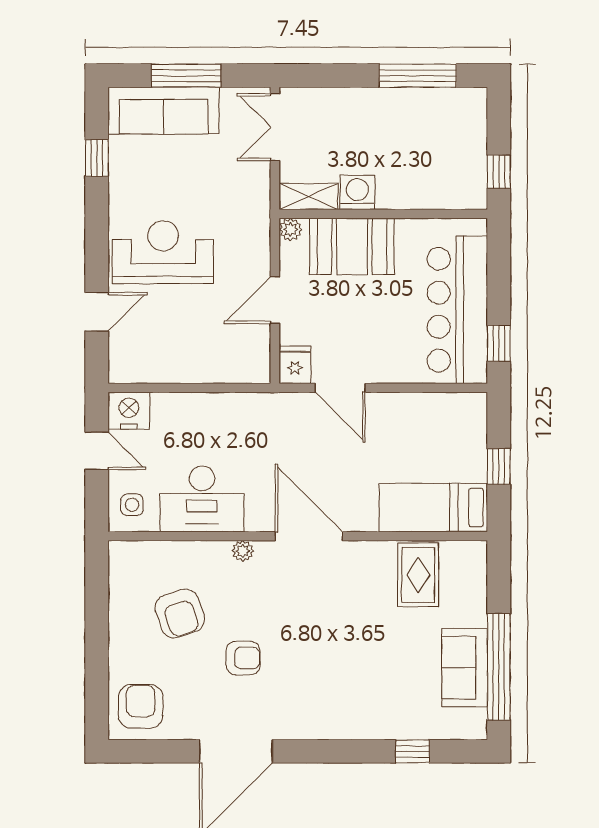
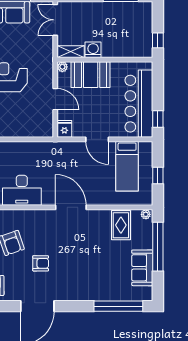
door: (275, 300) -> (55, 99), swing flipped
door: (340, 388) -> (97, 139), moved
bed: (433, 507) -> (127, 166), moved, turned -90
plant: (243, 551) -> (146, 214), moved
window: (499, 667) -> (158, 247), moved
window: (413, 751) -> (118, 306), width x3.17

